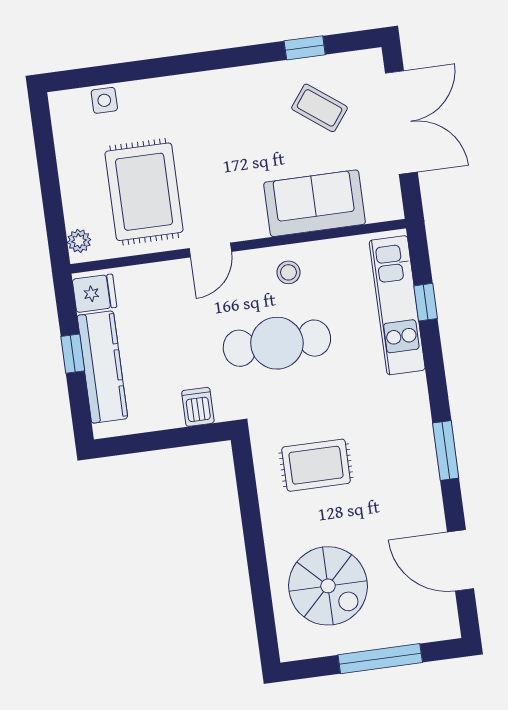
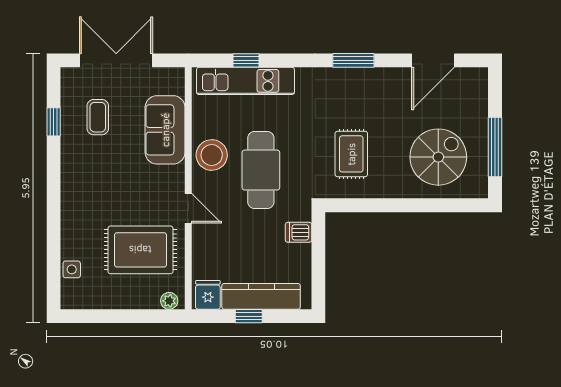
coffee table: (320, 108) -> (98, 117), turned -37
stool: (288, 272) -> (212, 155), width x1.89, depth x1.89
window: (380, 659) -> (495, 147), moved

